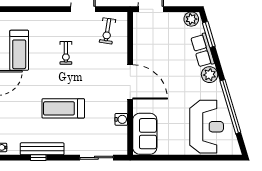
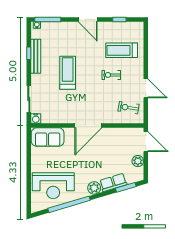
plant: (191, 19) -> (138, 161), moved
treadmill: (19, 50) -> (122, 50), moved
water cooler: (121, 119) -> (36, 119), moved

